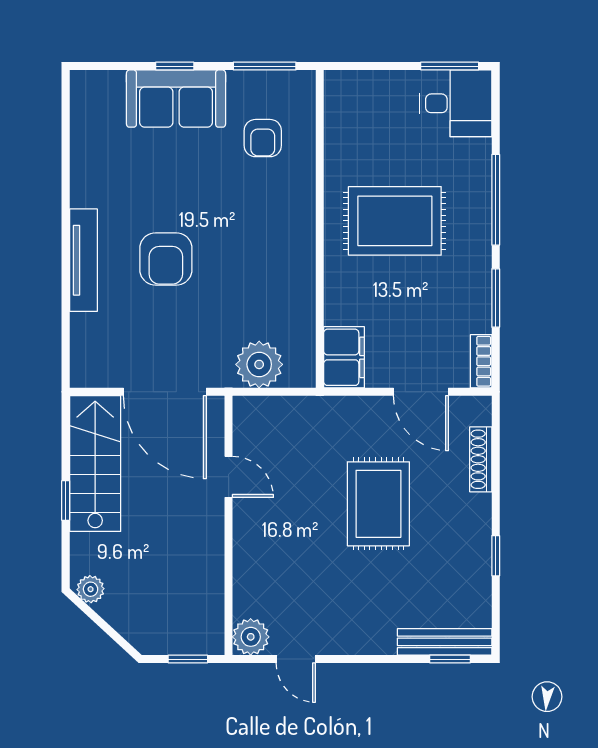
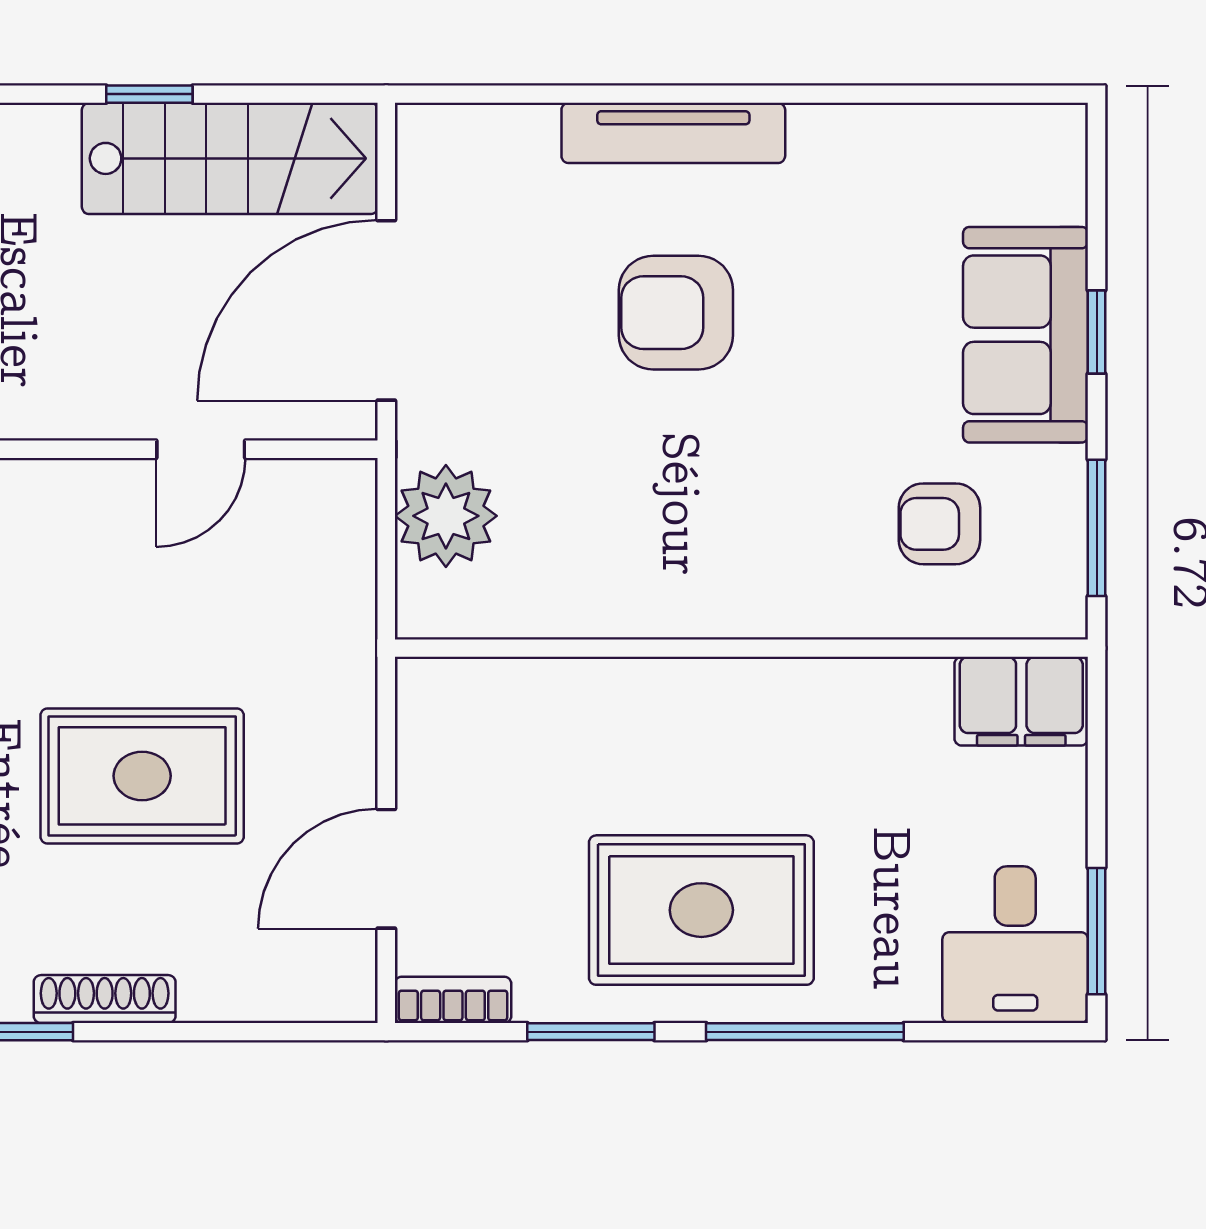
rug: (395, 221) -> (701, 910), moved, turned 90
filing cabinet: (344, 357) -> (1021, 701), moved
shoe rack: (481, 459) -> (105, 999), moved

